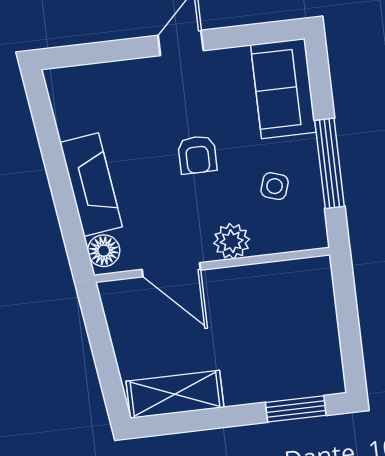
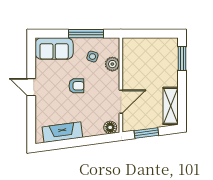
fireplace: (91, 185) -> (62, 132), moved
plant: (232, 241) -> (112, 64), moved
window: (101, 342) -> (146, 133), added

